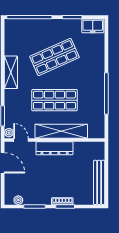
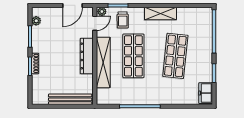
shop shelf: (54, 57) -> (175, 56), turned 30
trolley: (18, 111) -> (123, 20), added
bench: (99, 182) -> (70, 99), moved

